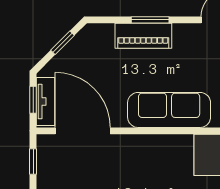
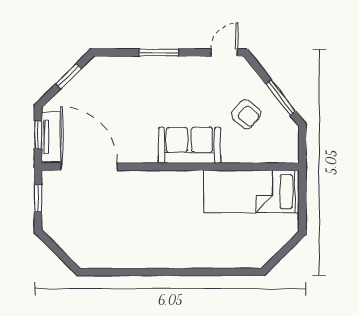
piano: (143, 36) -> (152, 69), removed
sofa: (169, 110) -> (189, 145), width x0.73

